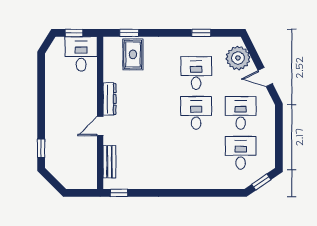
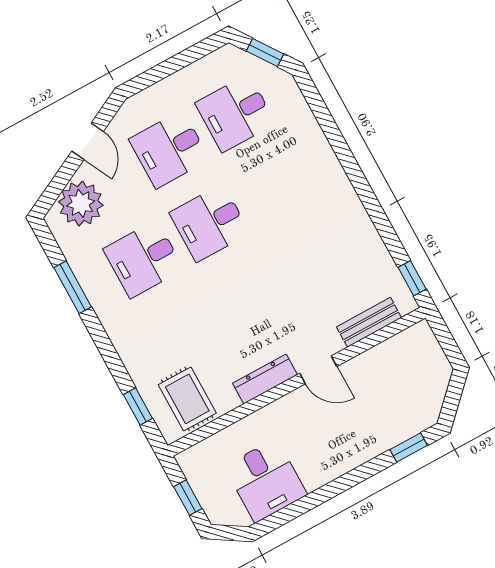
window: (201, 33) -> (73, 287), width x1.50
desk: (81, 54) -> (266, 480), moved, turned -90
rug: (133, 54) -> (187, 399), moved, turned 90

